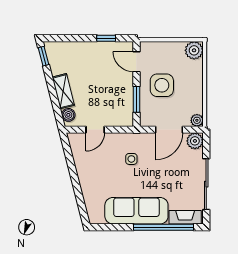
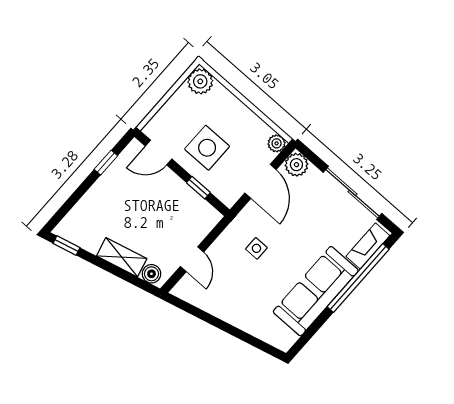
window: (136, 99) -> (198, 188), width x0.67

